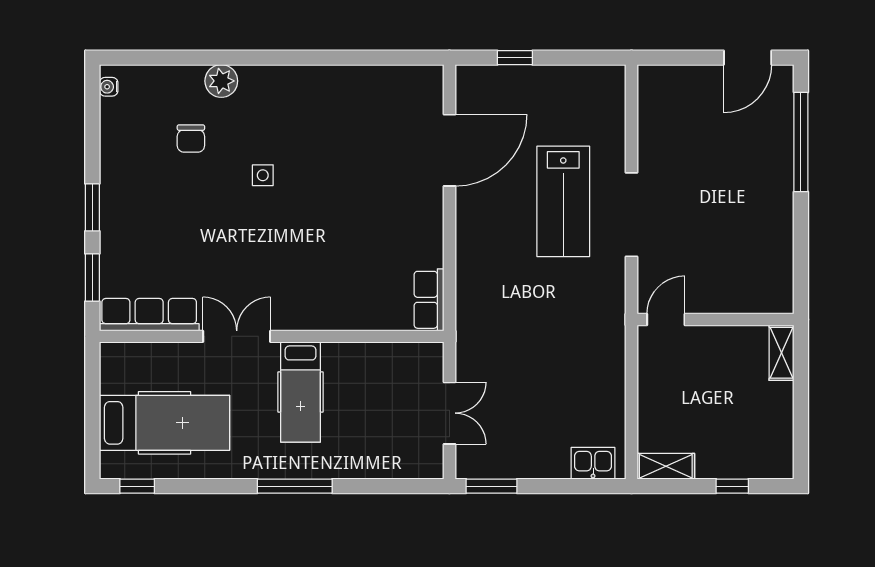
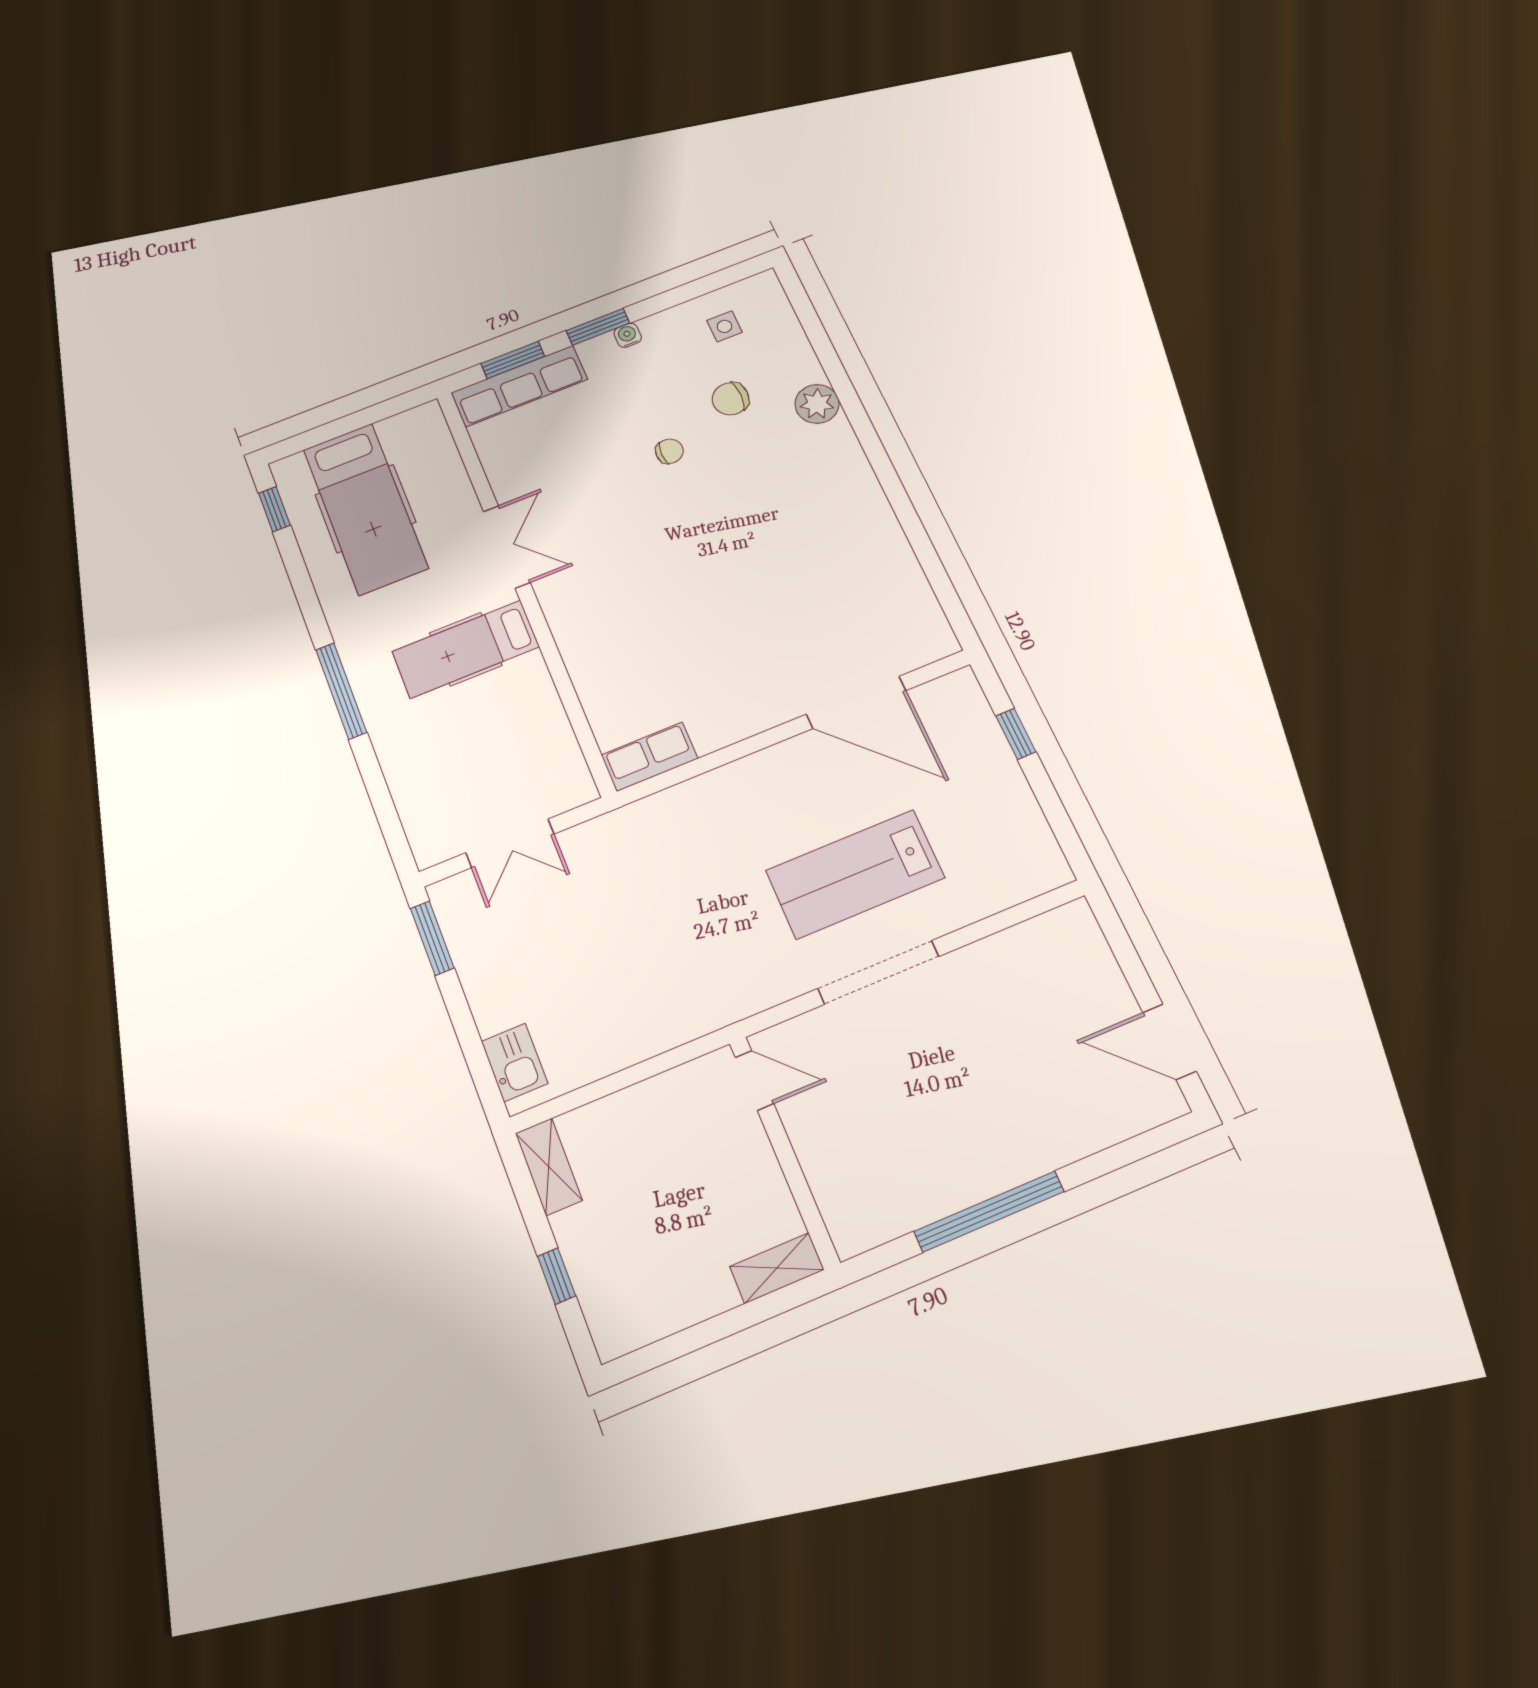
water cooler: (109, 87) -> (628, 335), moved
window: (801, 142) -> (989, 1211), moved
side table: (263, 175) -> (724, 326), moved
chair: (213, 197) -> (669, 451), added
row of seats: (149, 315) -> (519, 386), moved, turned 90

